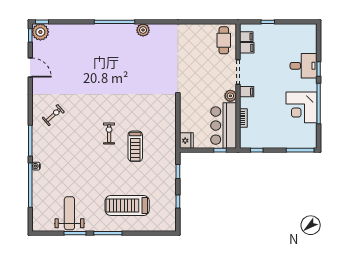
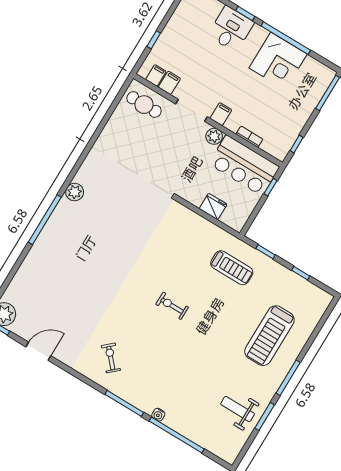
fridge: (186, 141) -> (213, 206), moved
treadmill: (135, 146) -> (232, 268), moved
weight bench: (69, 213) -> (238, 409), width x0.73, depth x0.75

